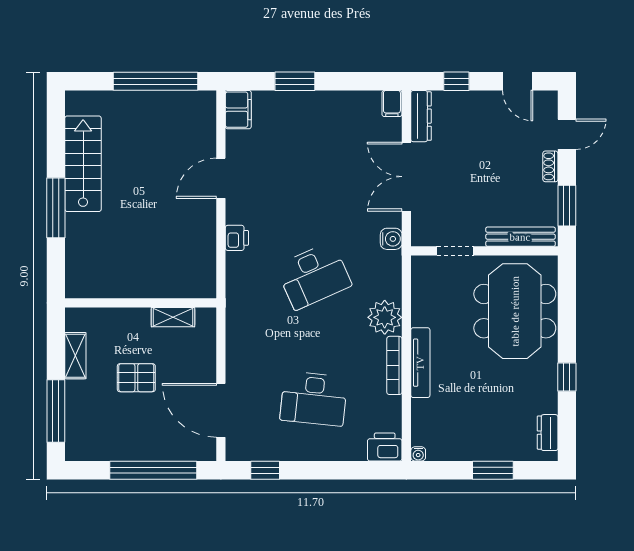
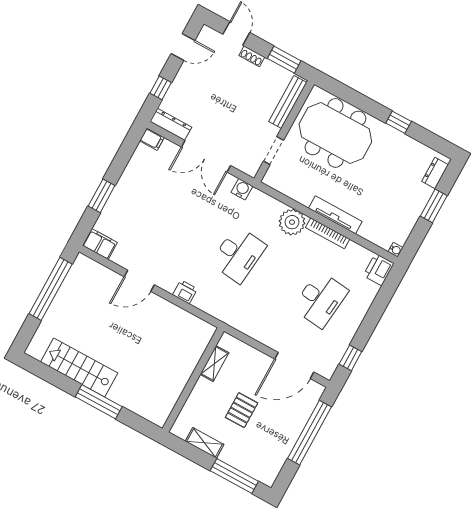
door: (221, 178) -> (139, 281), hinge flipped
desk: (314, 276) -> (238, 254), turned 30
dresser: (548, 433) -> (435, 173), moved, turned 90

